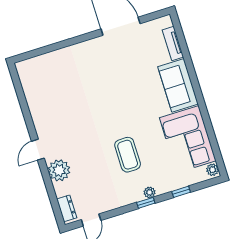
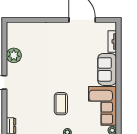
plant: (59, 170) -> (14, 55), moved

